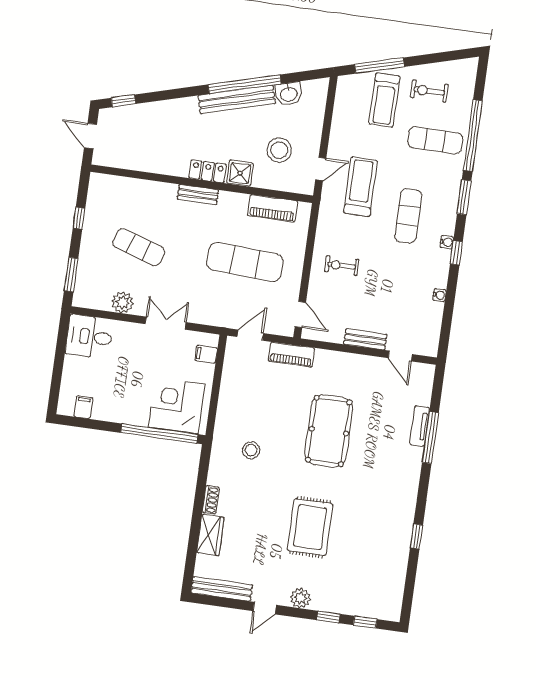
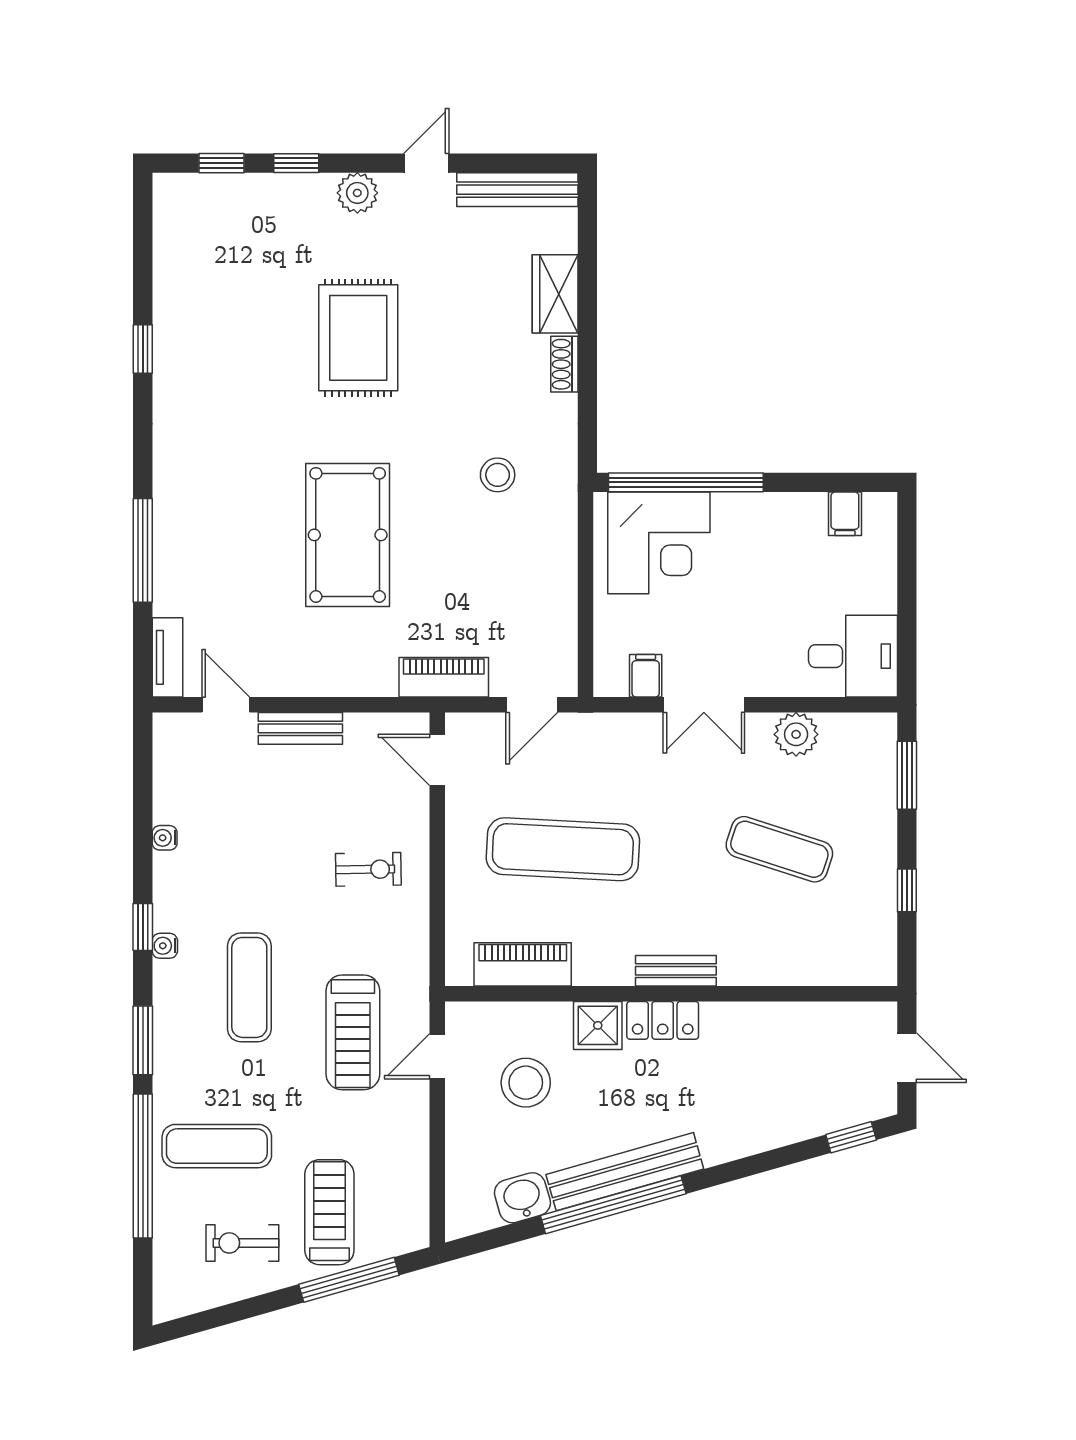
exercise bike: (429, 91) -> (242, 1243), turned 180
filing cabinet: (206, 354) -> (646, 676), moved, turned -90
tv unit: (420, 426) -> (167, 657), moved

